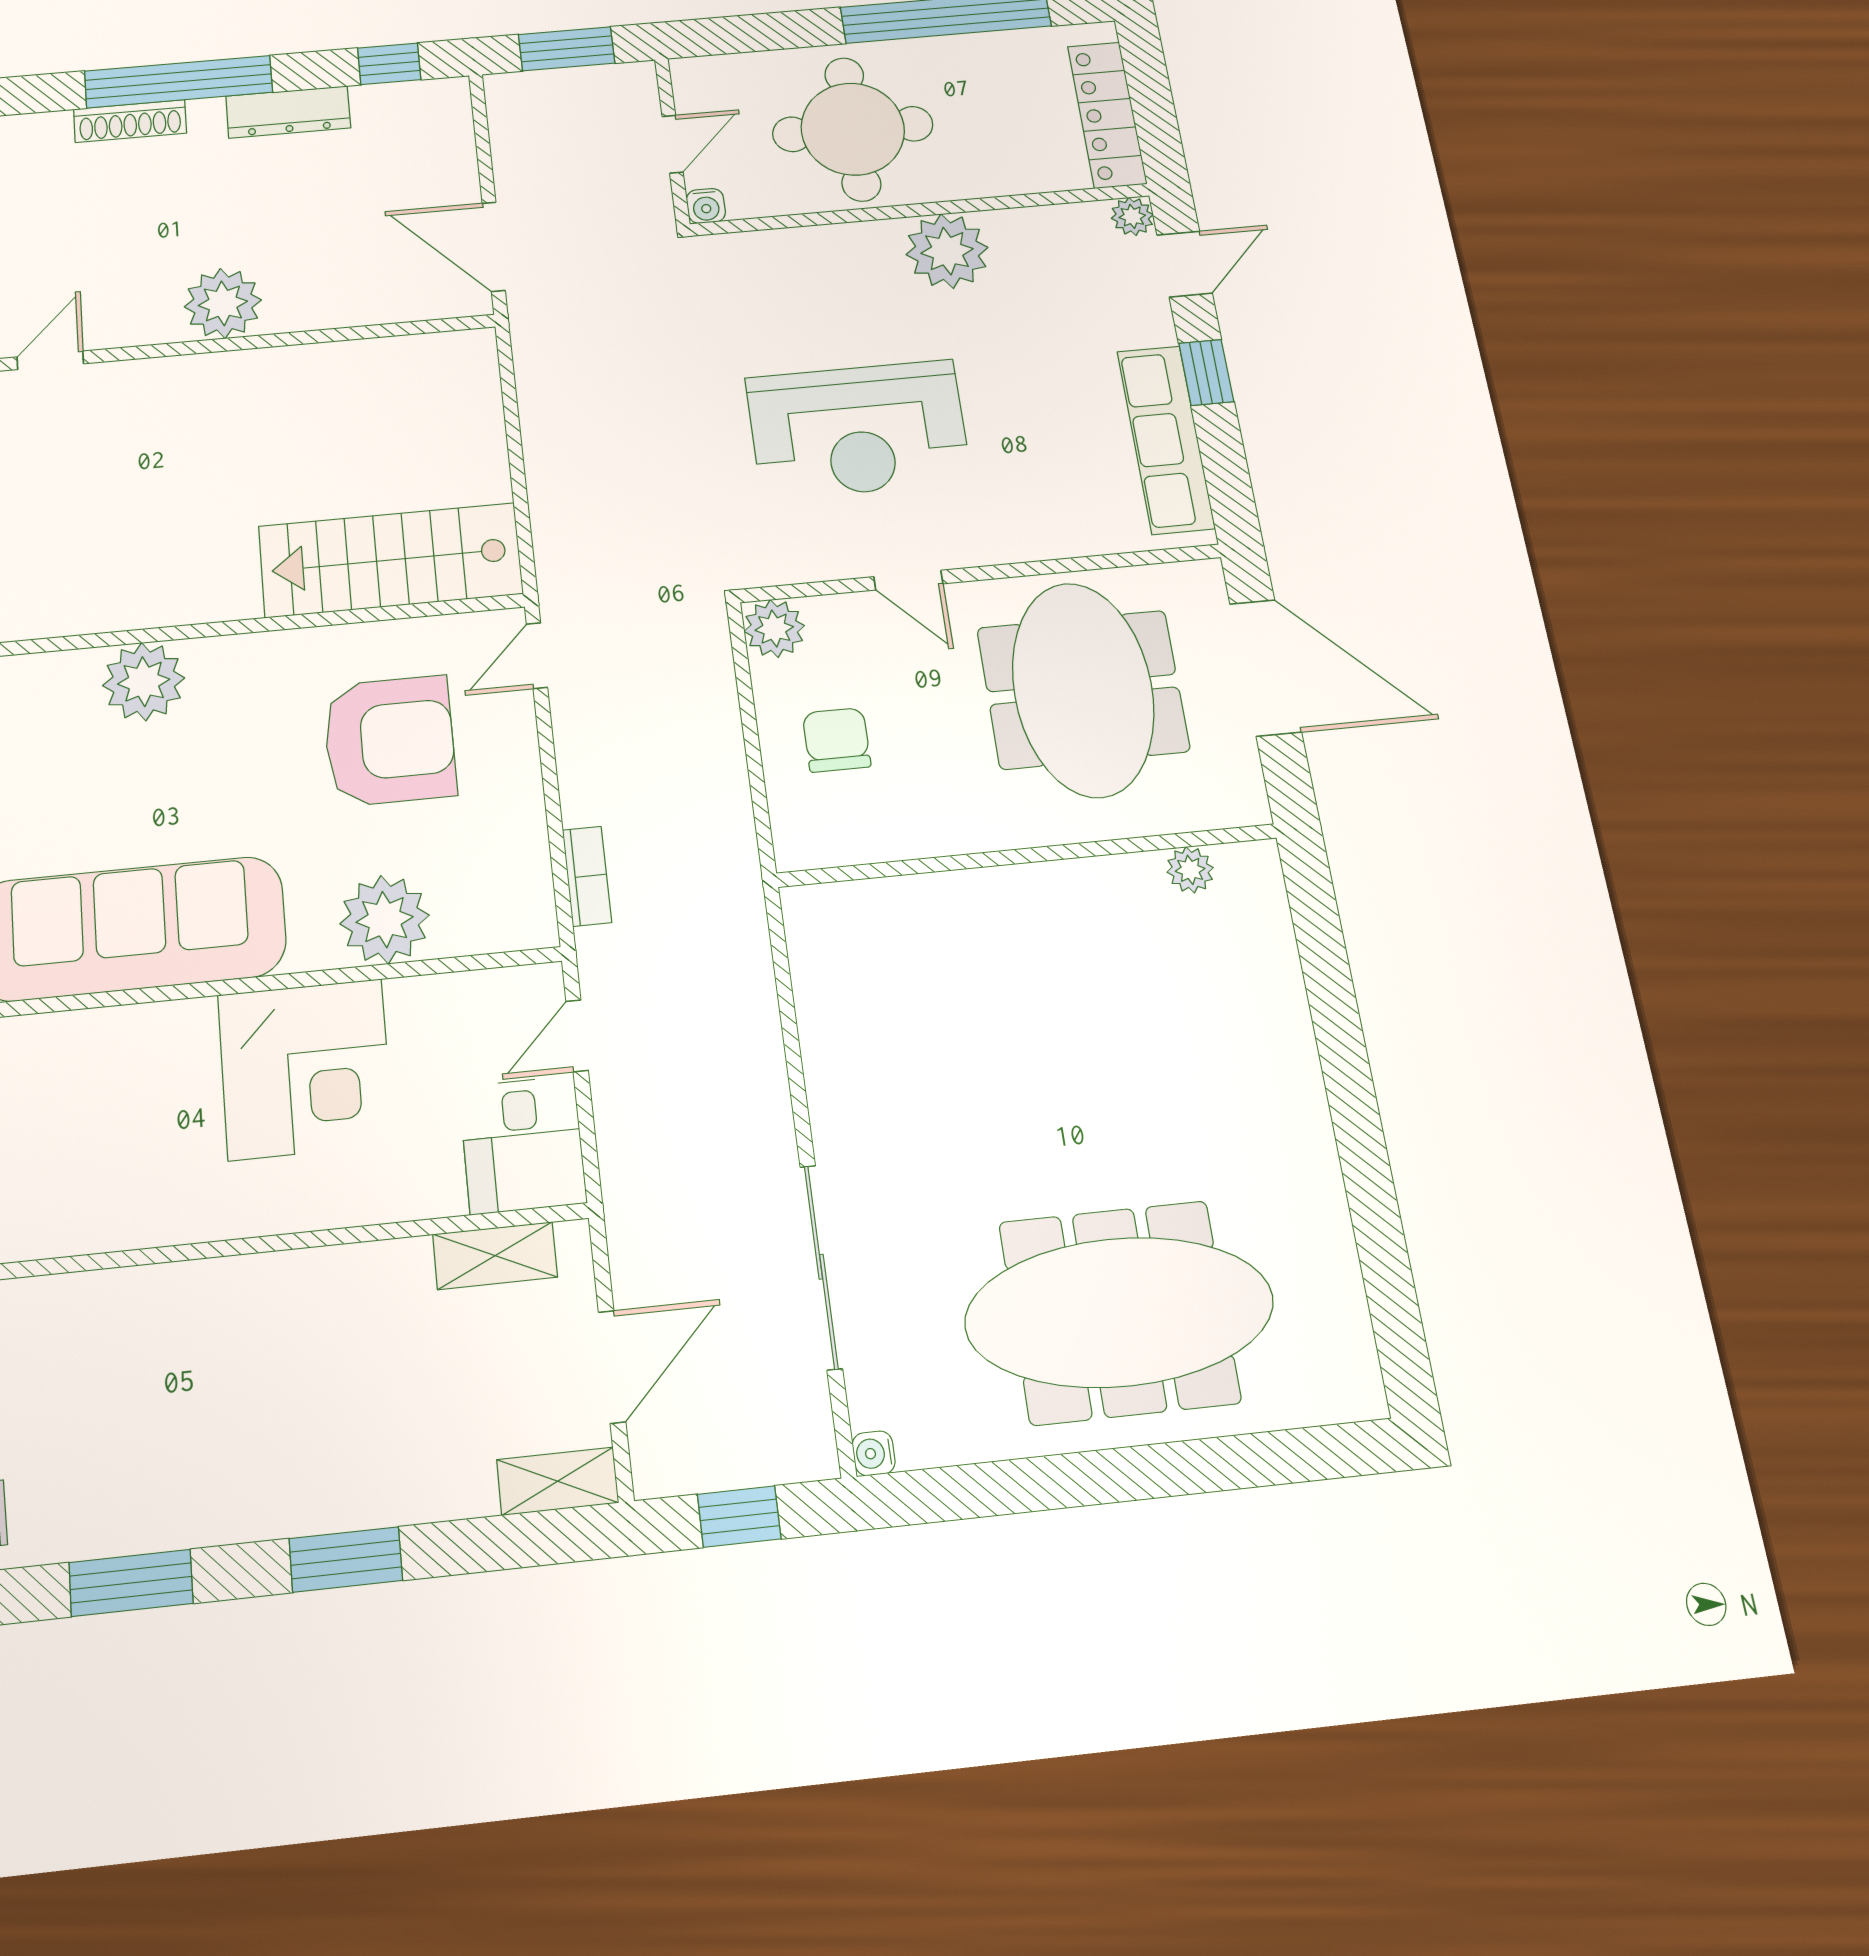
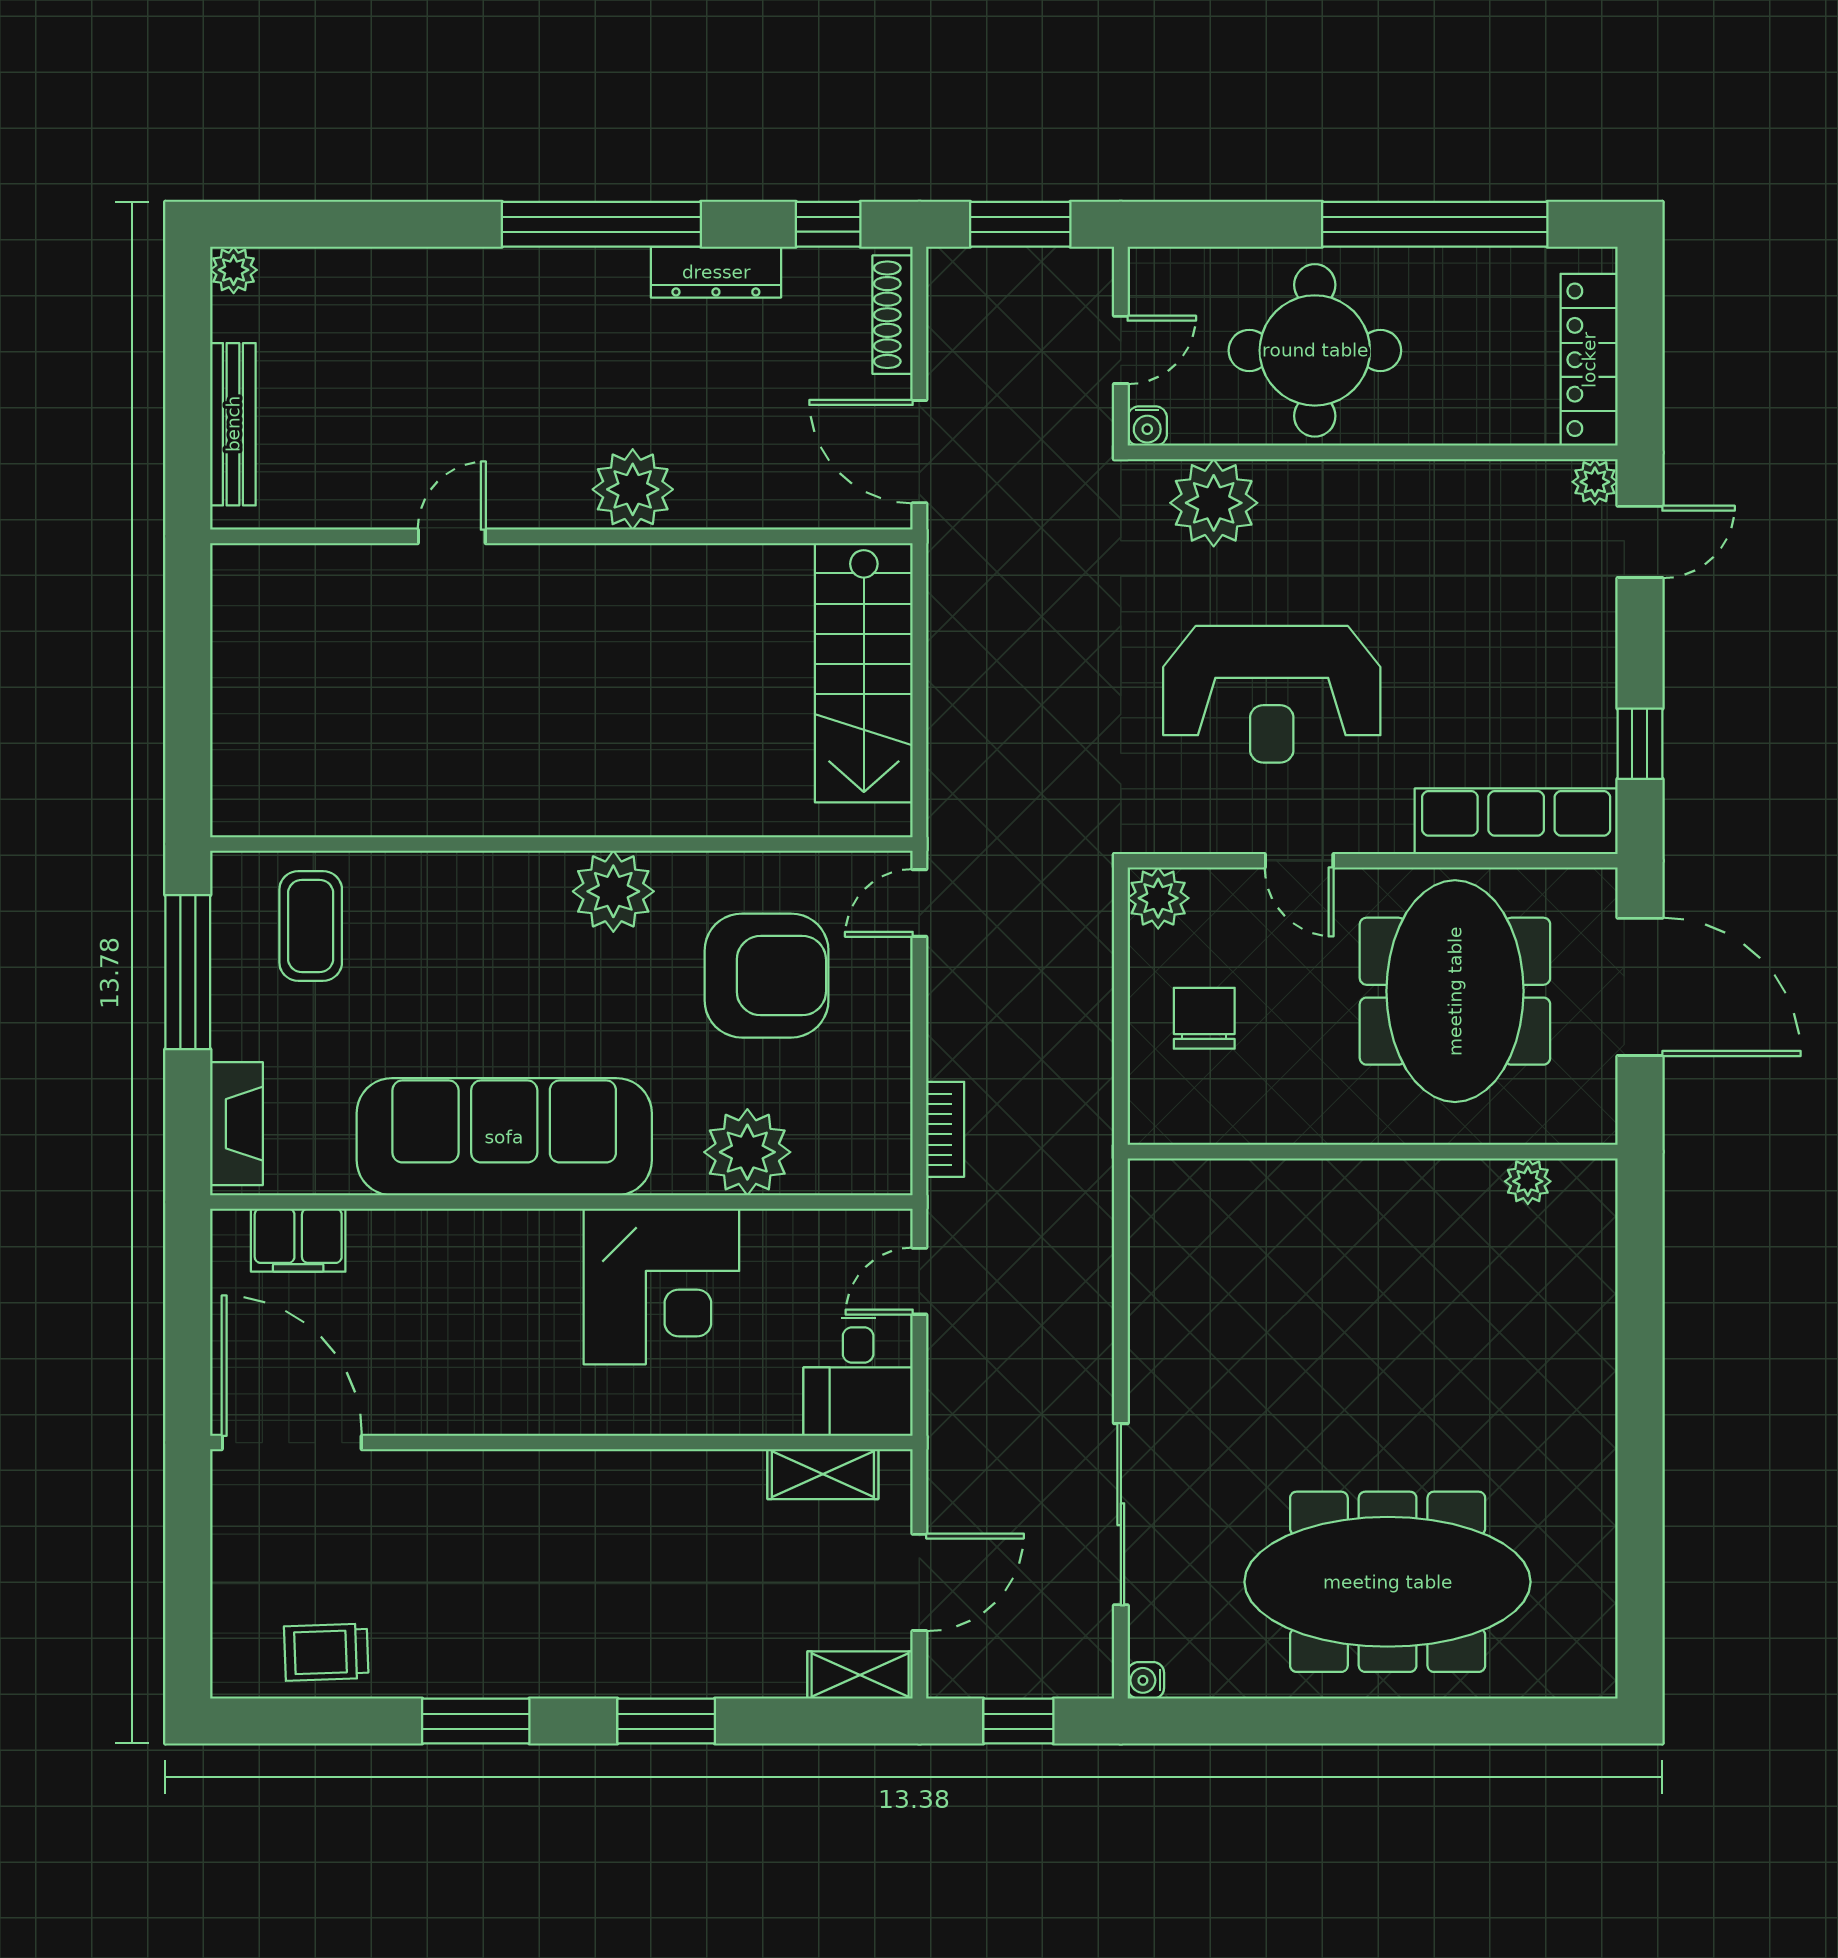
shoe rack: (130, 121) -> (893, 315), moved, turned 90
plant: (947, 251) -> (1214, 503), moved
window: (1206, 372) -> (1640, 744), moved
row of seats: (1166, 439) -> (1516, 821), moved, turned 90
stairs: (391, 560) -> (864, 673), moved, turned -90
plant: (144, 682) -> (613, 891), moved

